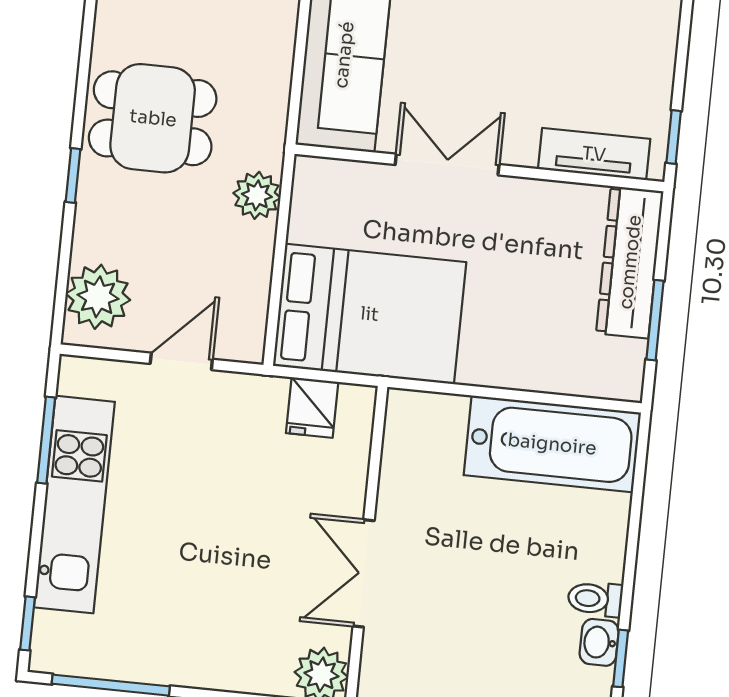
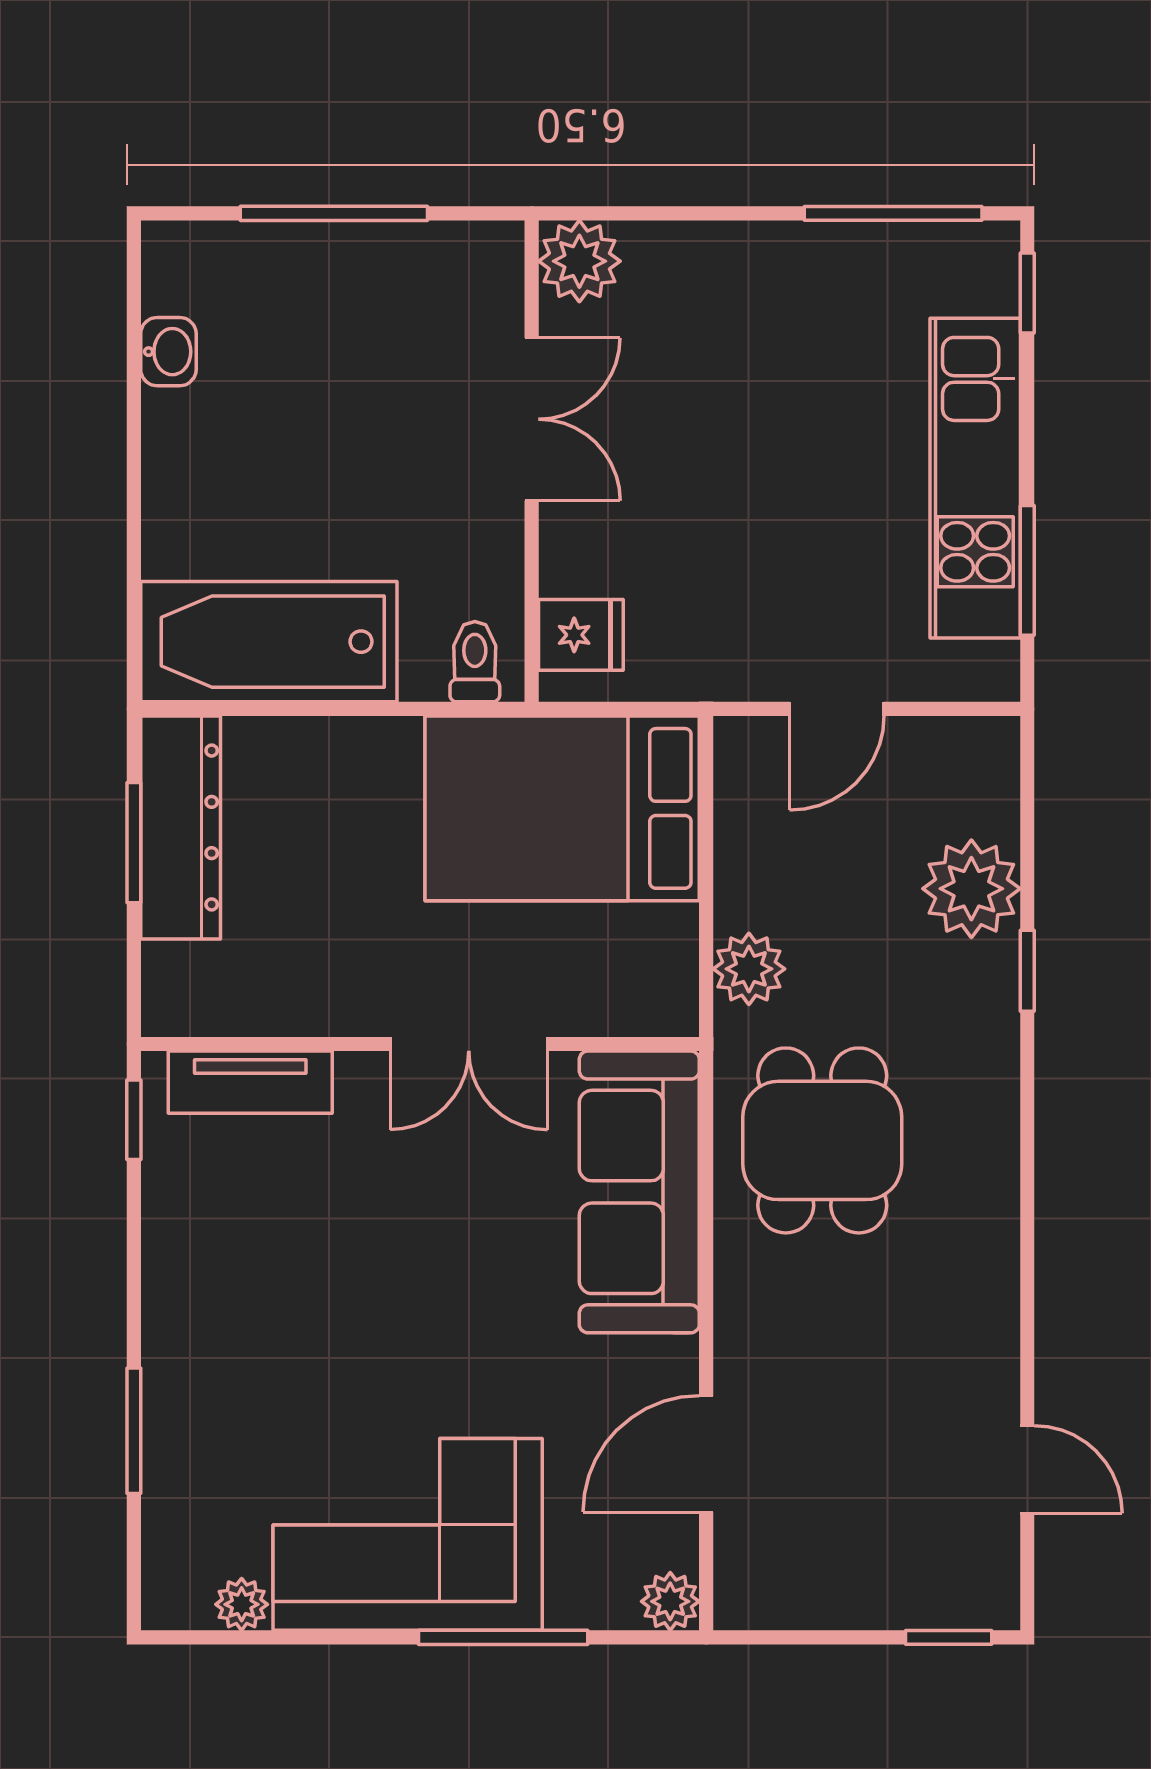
dining table: (153, 118) -> (822, 1140), moved, turned 90
dresser: (630, 262) -> (181, 827), moved
plant: (98, 297) -> (971, 889), moved
fridge: (312, 407) -> (581, 635), moved, turned 90
toilet: (595, 599) -> (475, 662), moved, turned -90
window: (621, 658) -> (134, 331), removed

